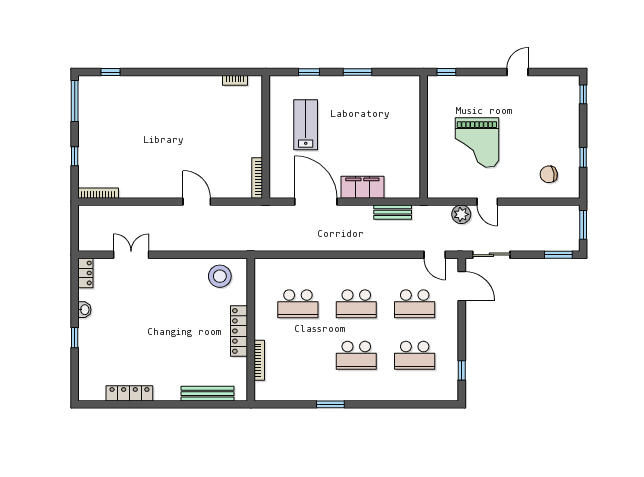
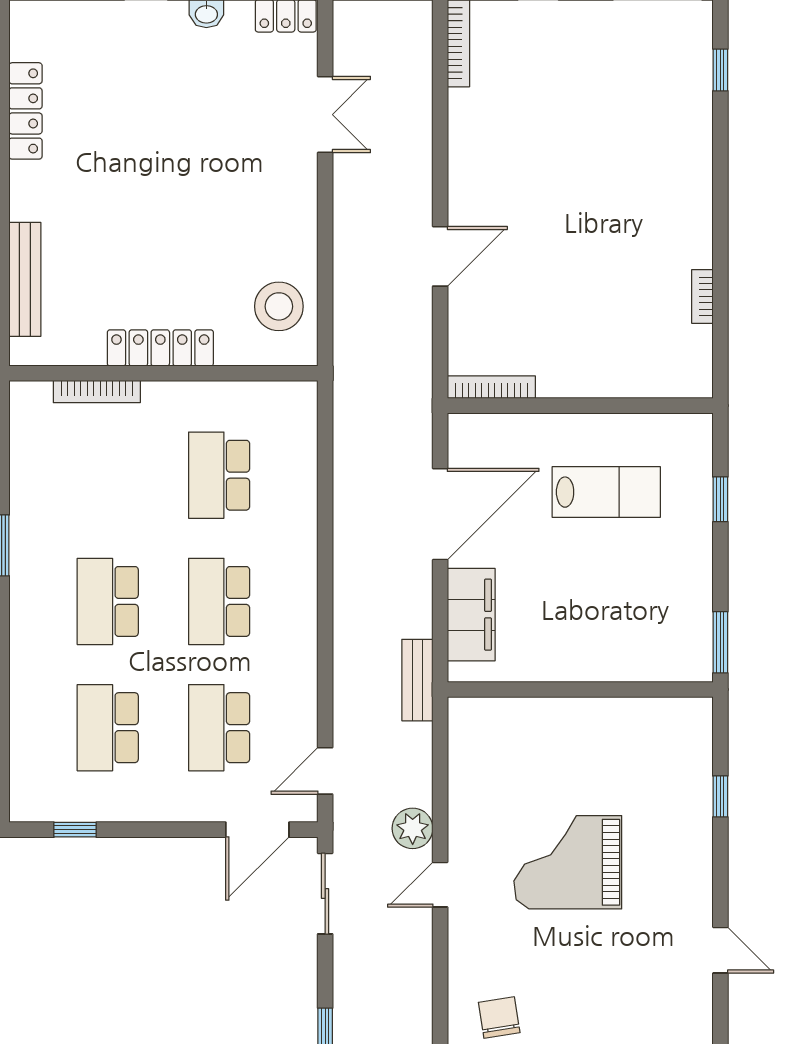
window: (358, 72) -> (720, 642), moved
bookcase: (235, 80) -> (702, 296), moved
wall: (424, 137) -> (580, 689), moved

